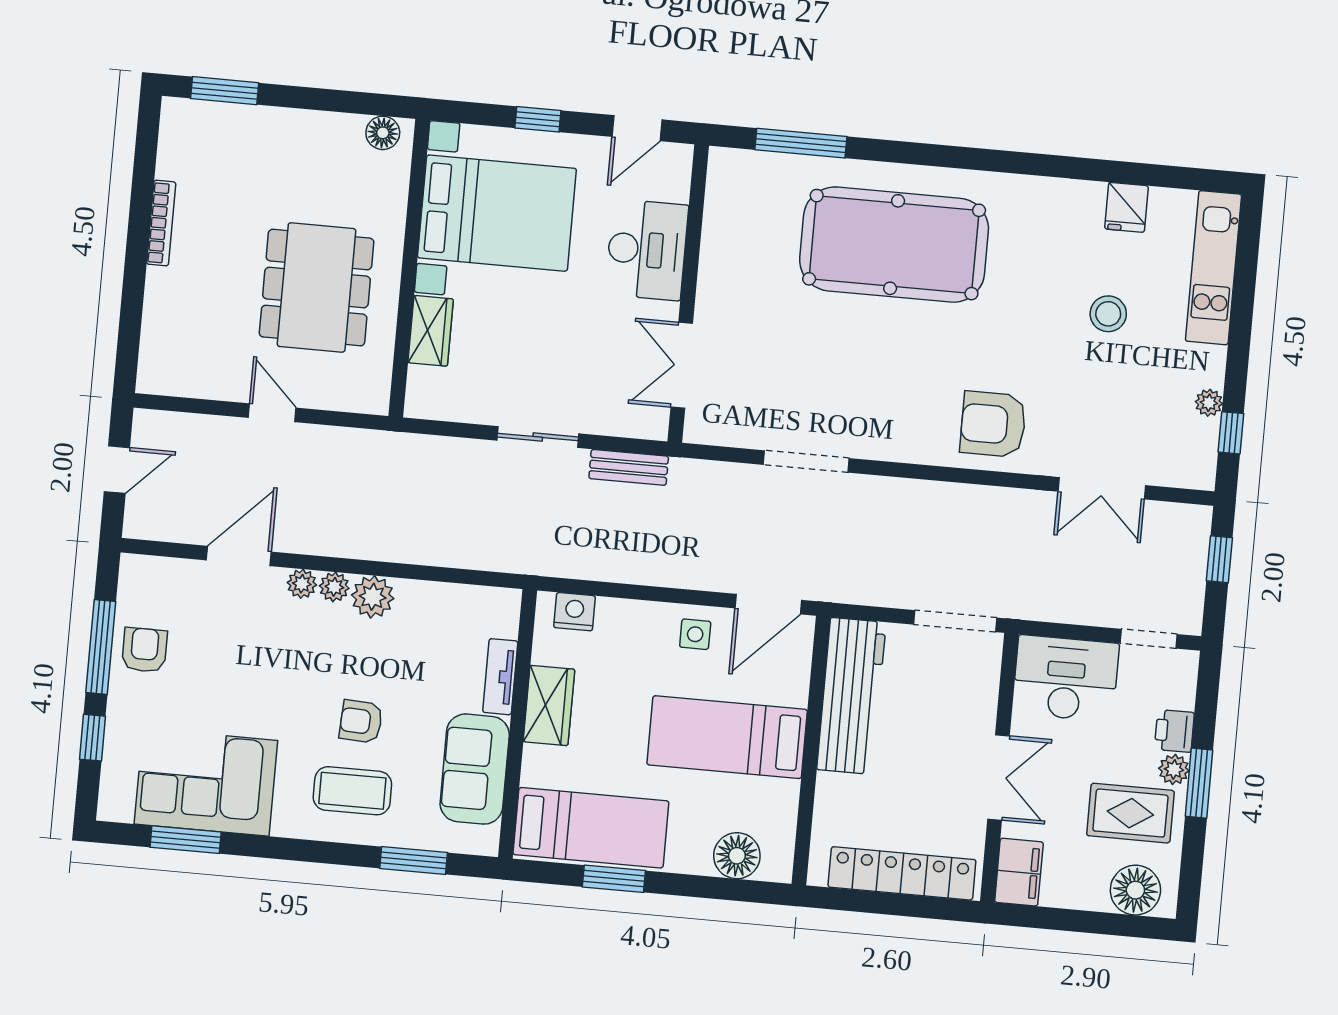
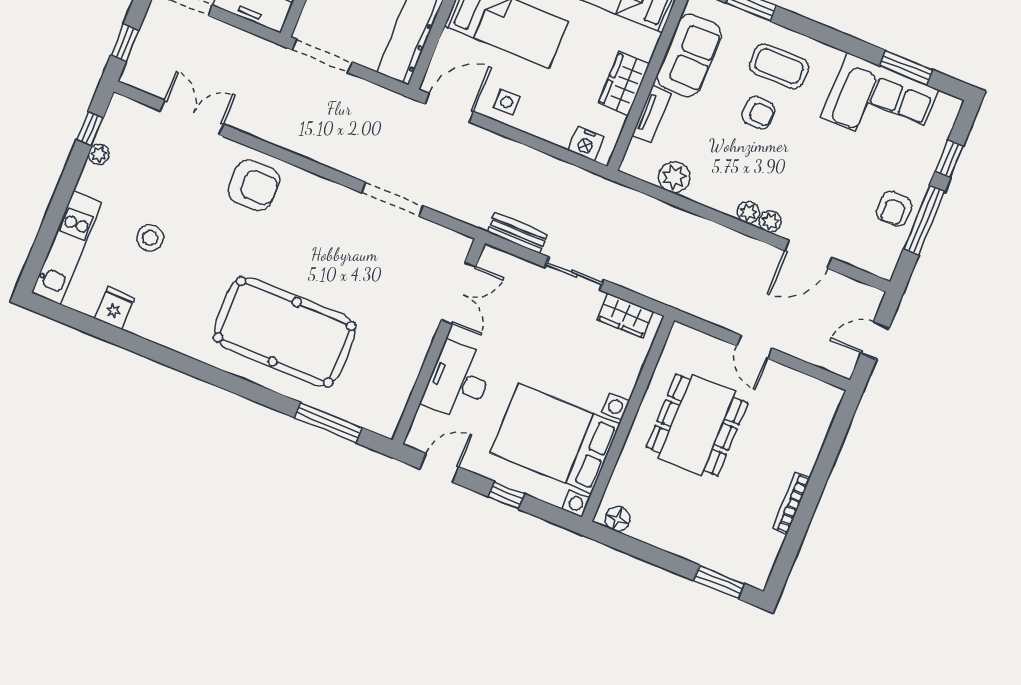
wardrobe: (431, 331) -> (625, 316), moved, turned -90
plant: (373, 597) -> (674, 177), moved

